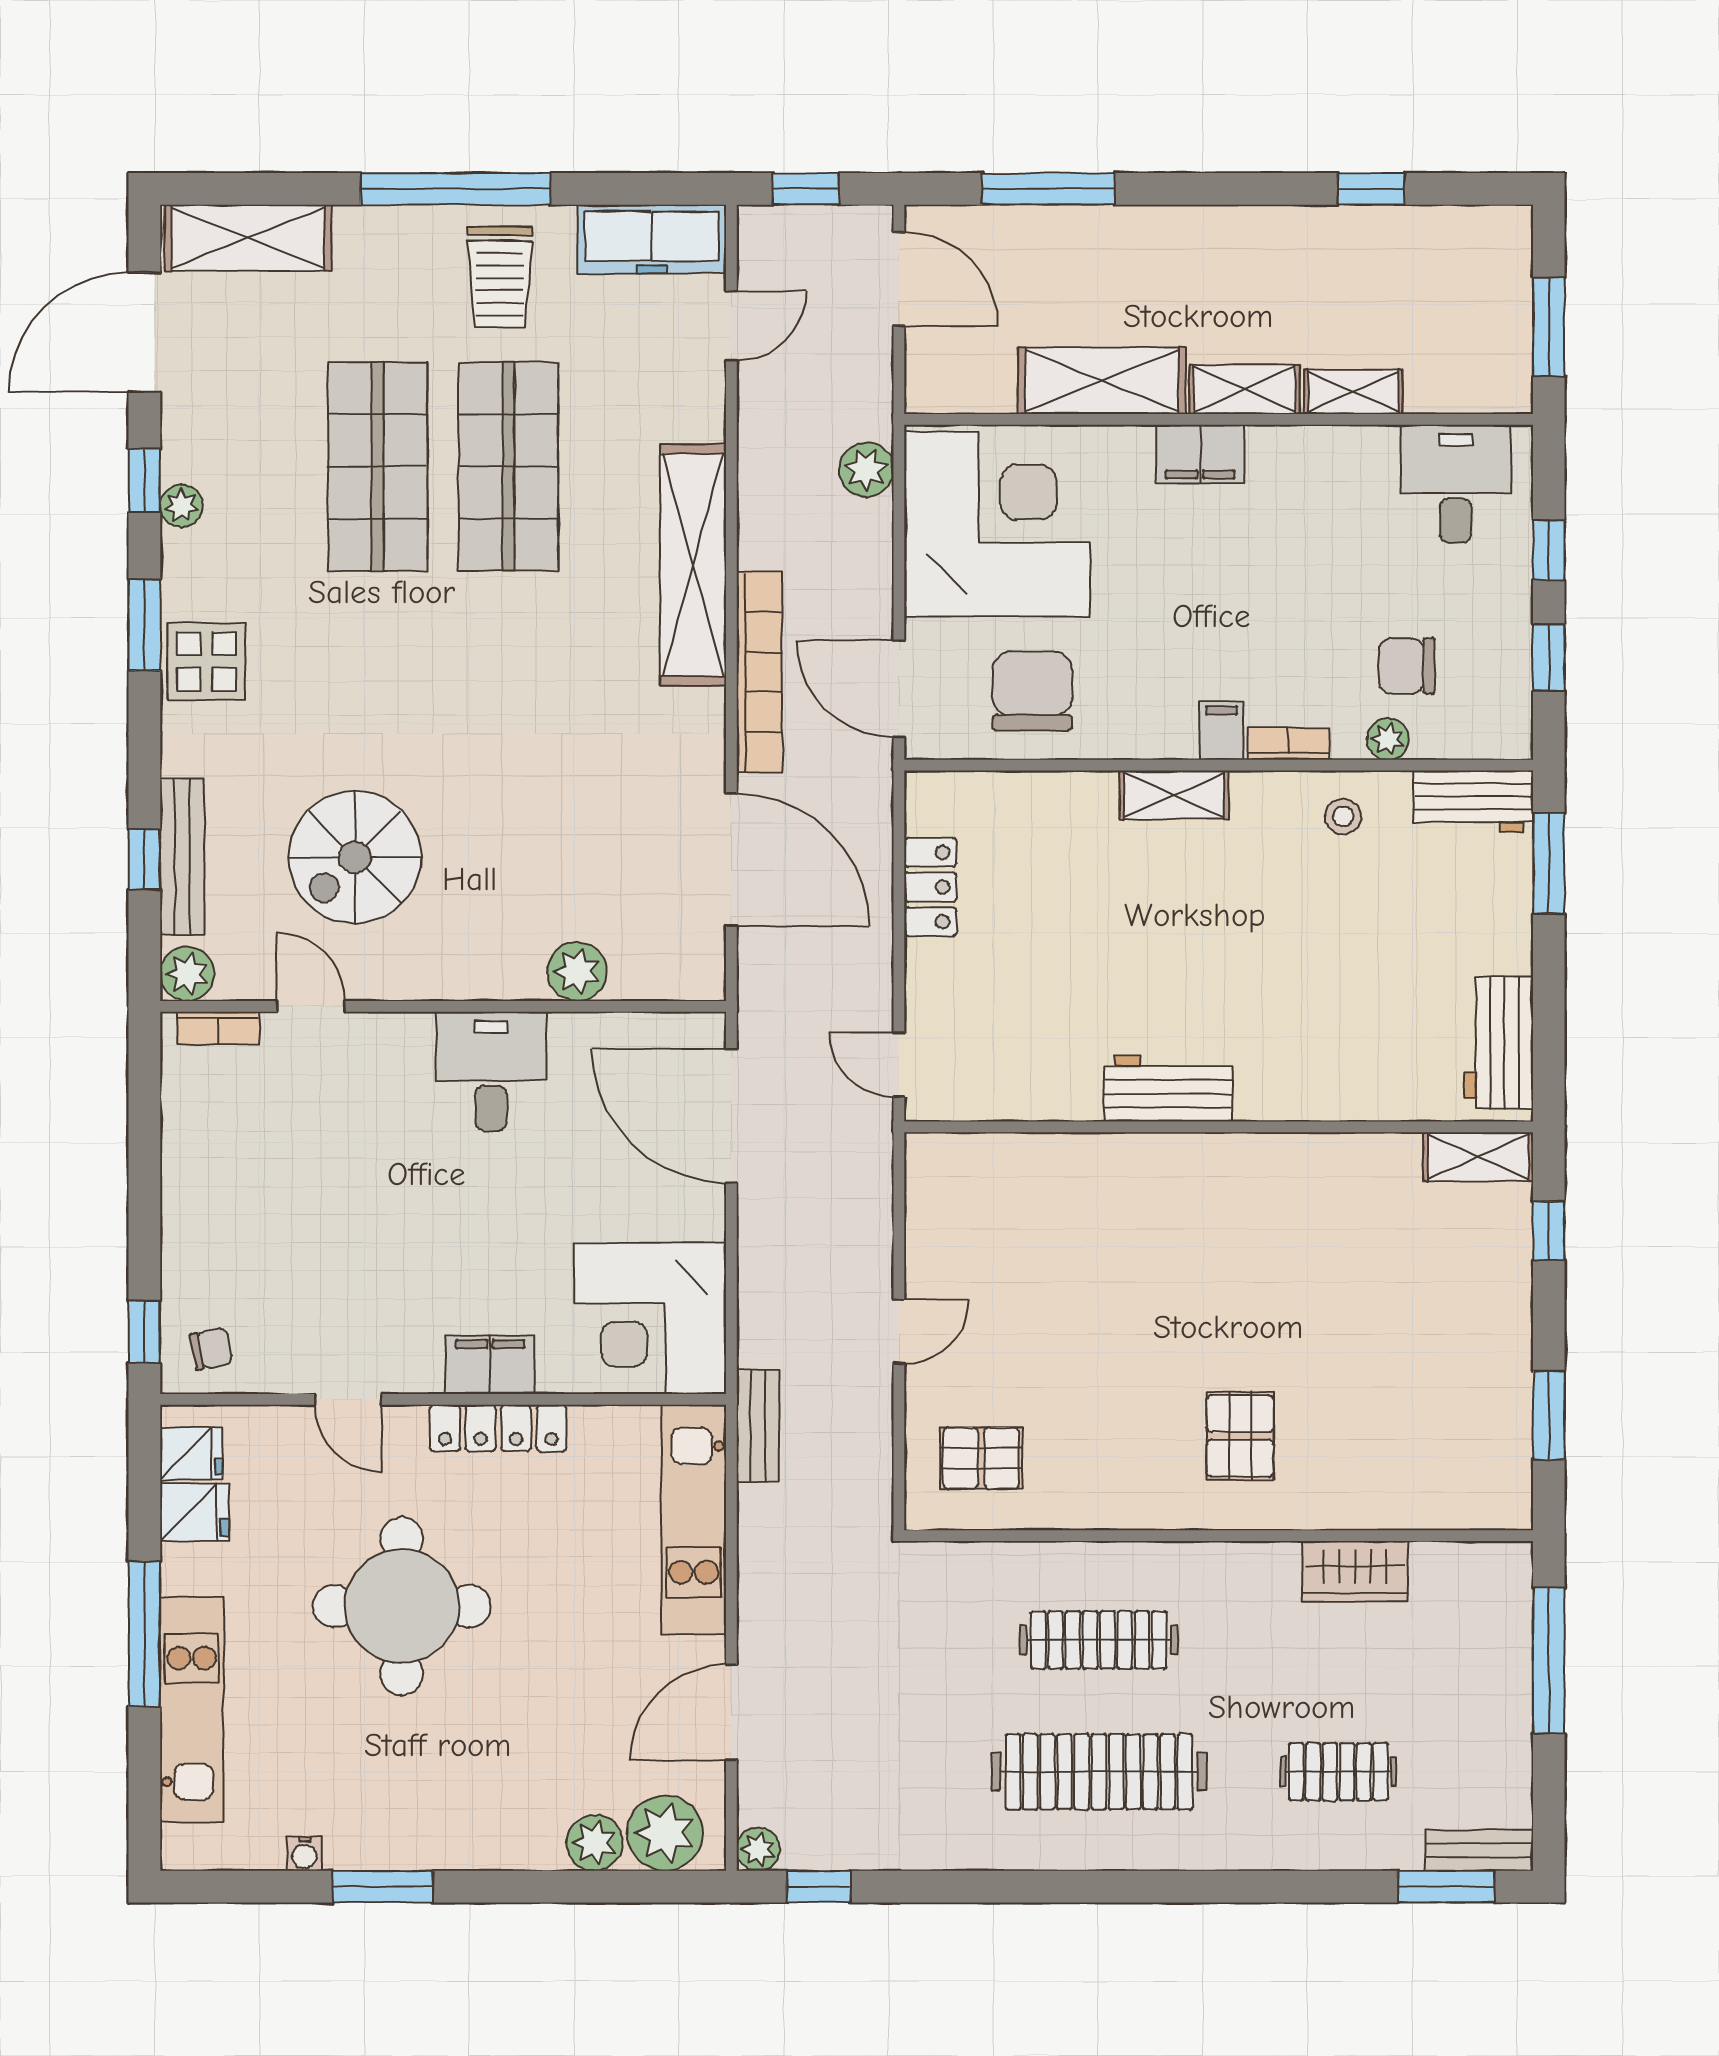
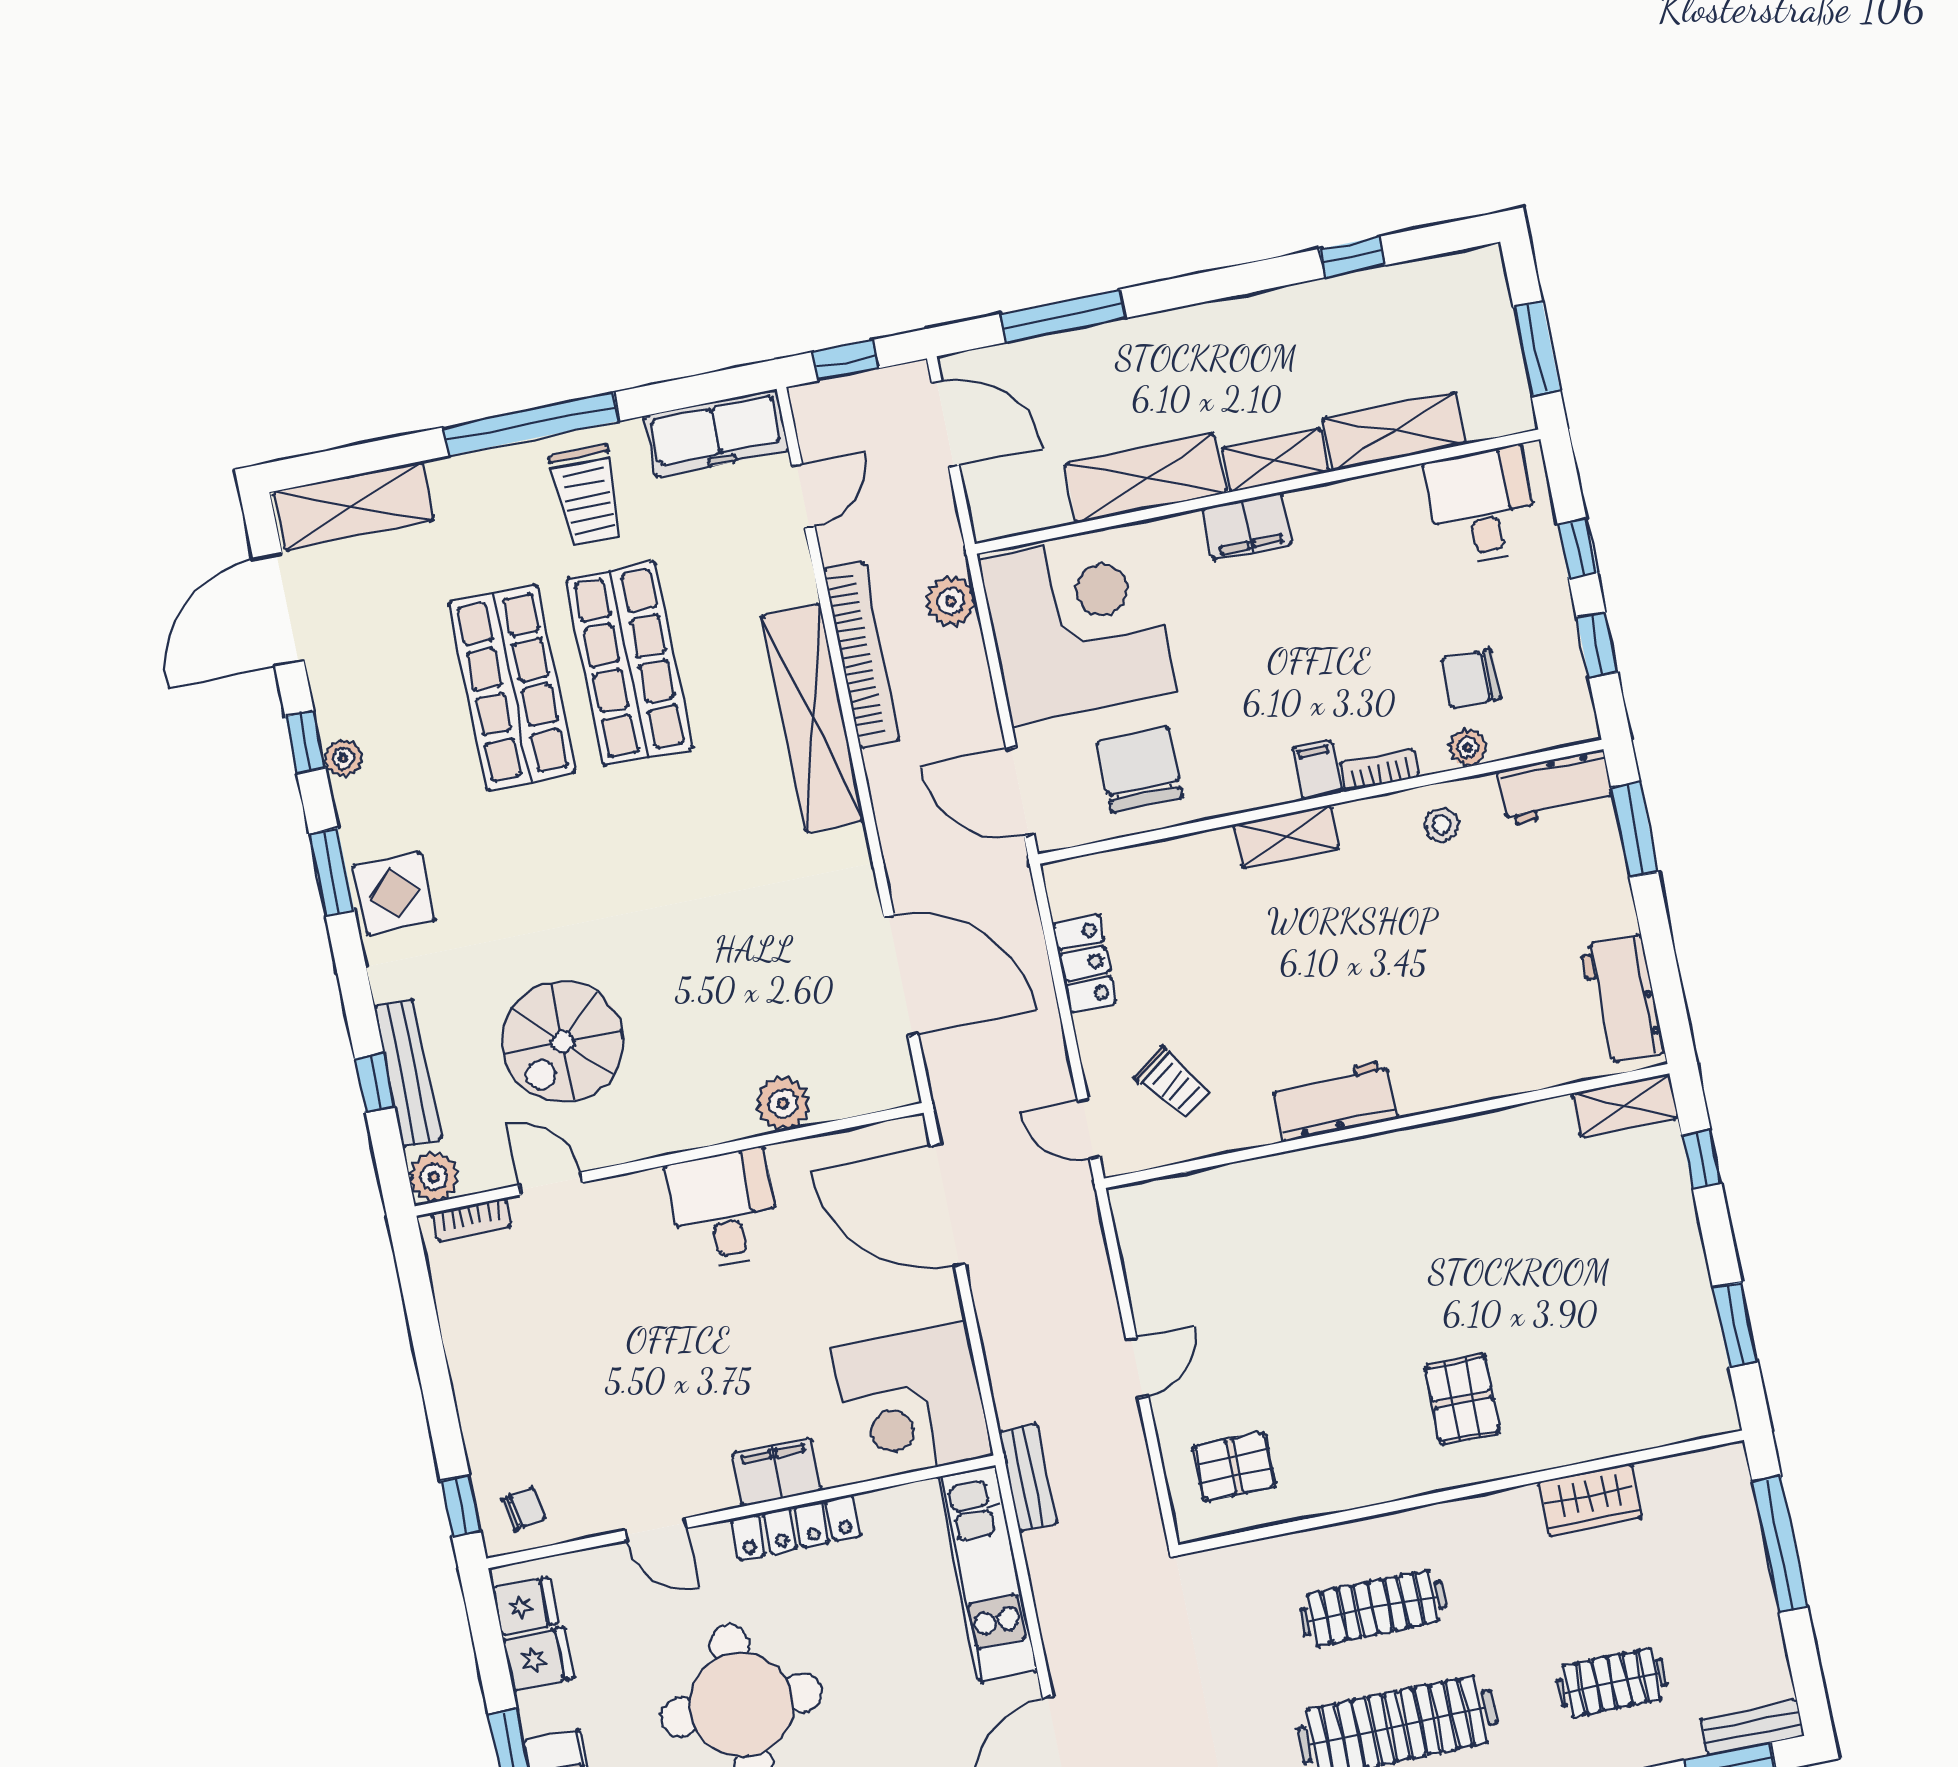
shelving: (1353, 392) -> (1394, 431), width x1.50, depth x1.33
bookcase: (759, 672) -> (862, 654), moved
trolley: (999, 1034) -> (1173, 1083), added

